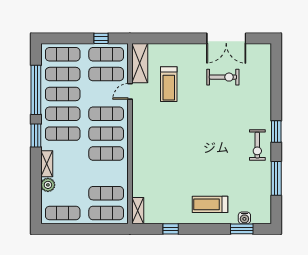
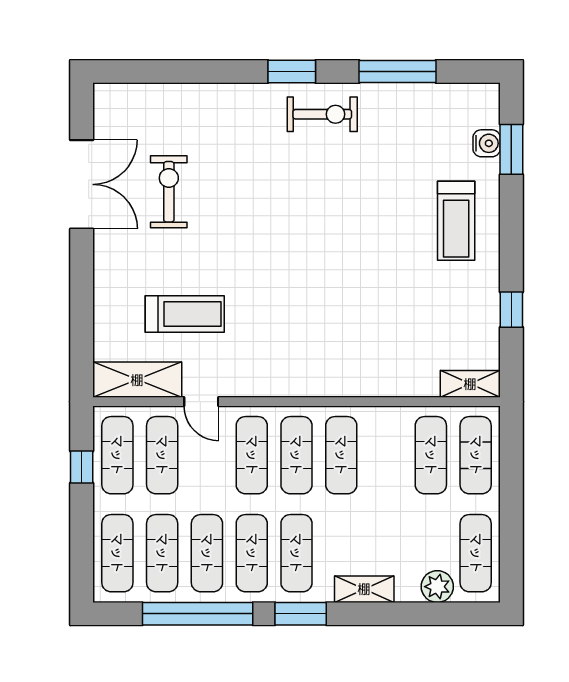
plant: (48, 185) -> (437, 587), moved

